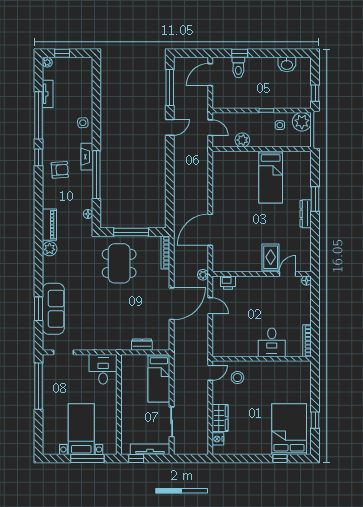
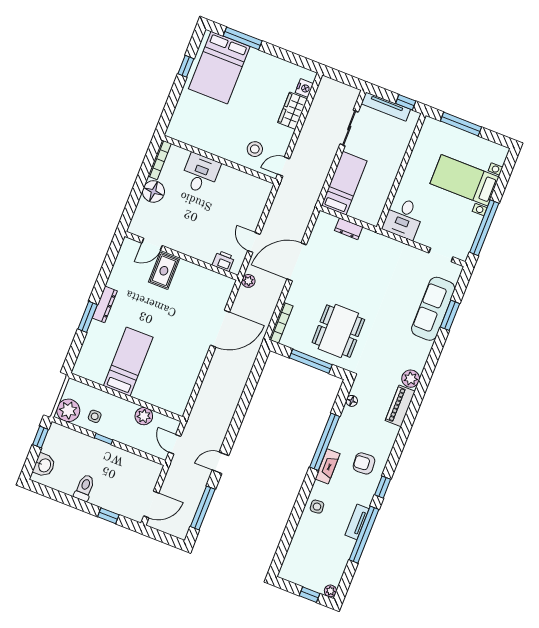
washbasin: (287, 65) -> (44, 465), moved, turned 90
toilet: (238, 67) -> (84, 488), moved
tv unit: (48, 94) -> (357, 522), moved
floor lamp: (306, 281) -> (153, 191), moved, width x1.89, depth x1.89
bed with nightstands: (81, 429) -> (464, 180), moved, turned 90
window: (280, 458) -> (243, 38), width x2.17

